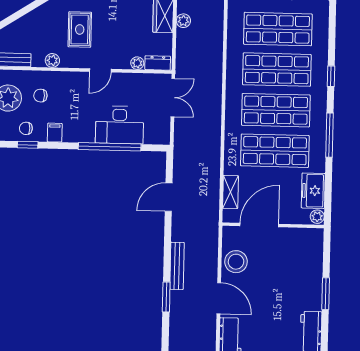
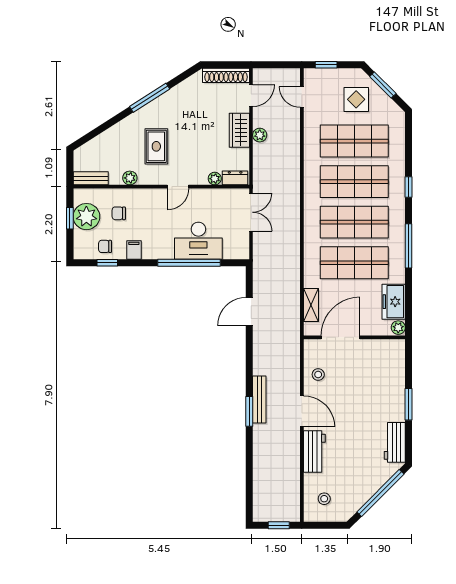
stool: (236, 262) -> (318, 375), width x0.53, depth x0.53
bench: (177, 266) -> (259, 399), moved

